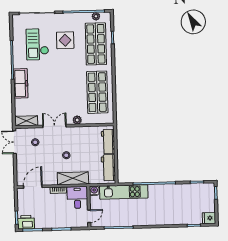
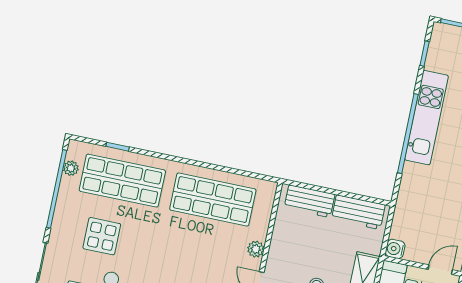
kitchen unit: (124, 192) -> (426, 118), moved
door: (89, 216) -> (440, 270), hinge flipped

